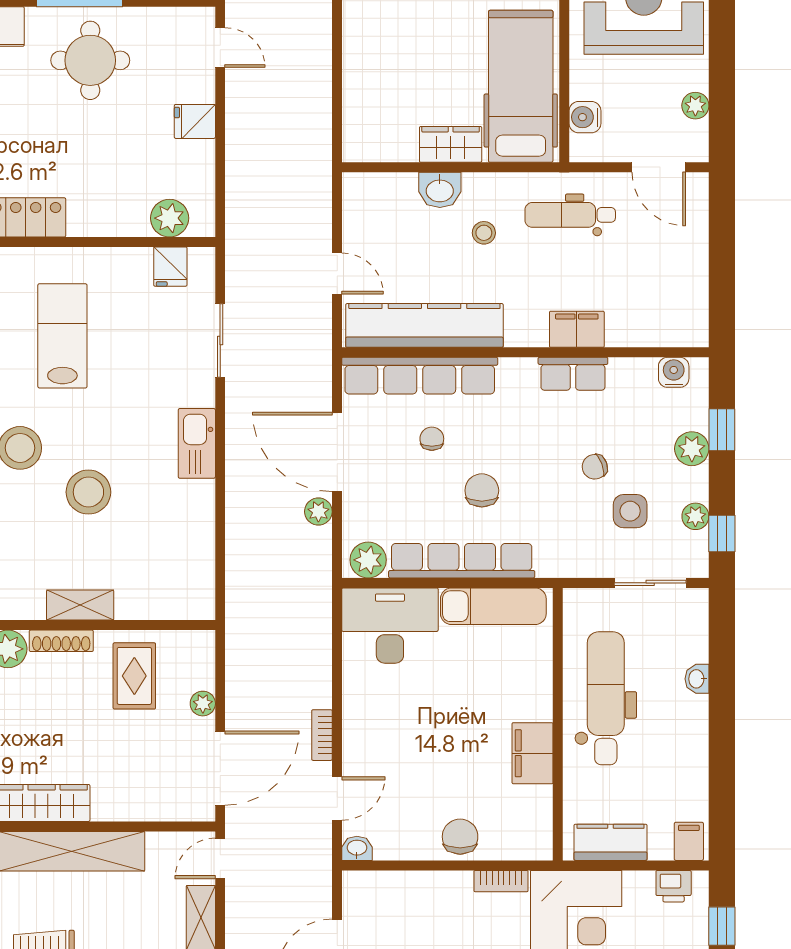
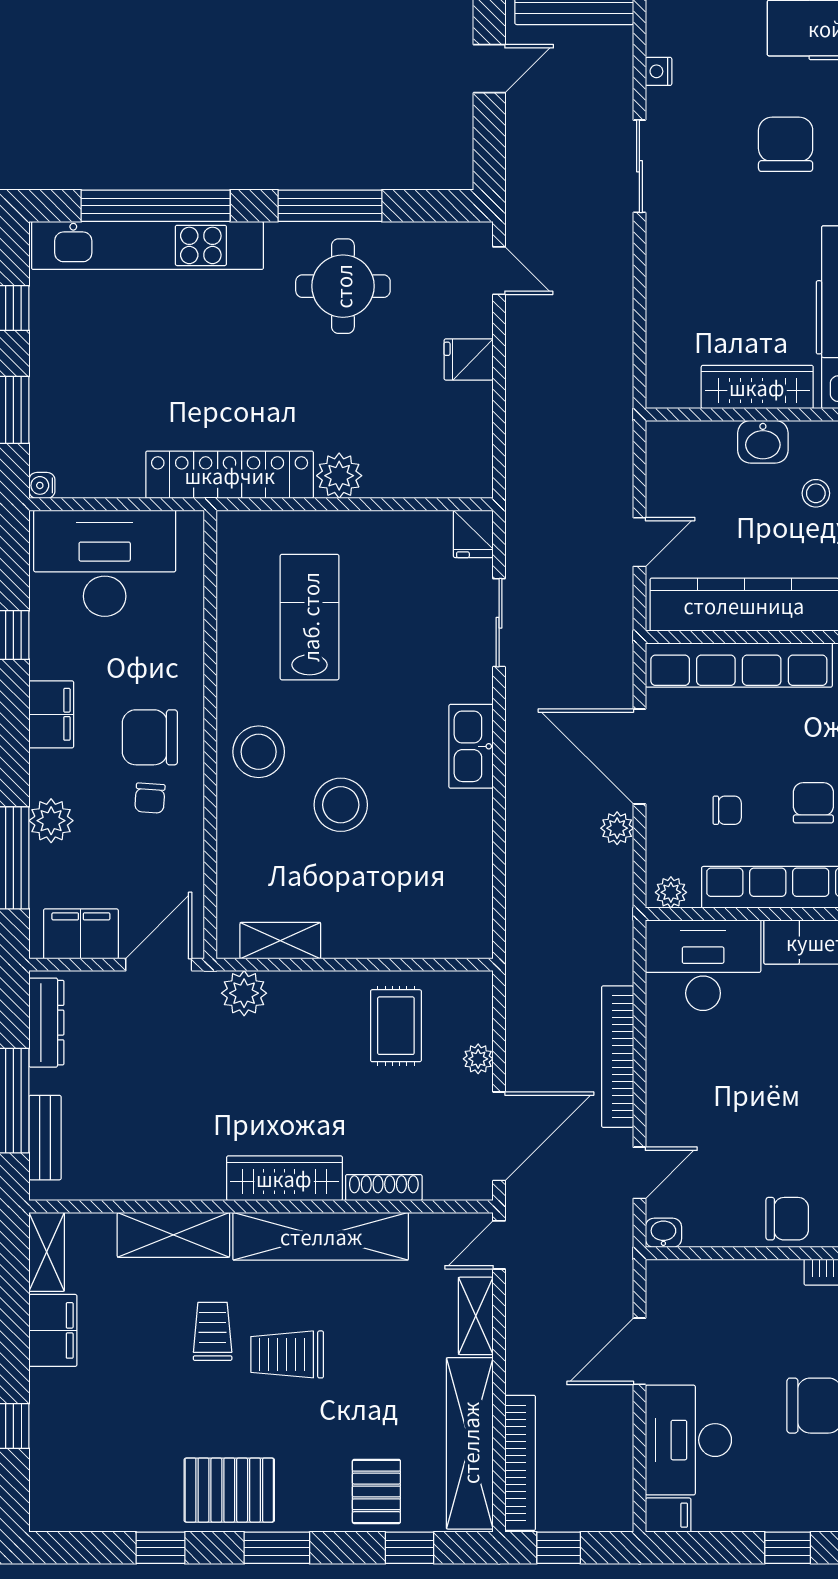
wardrobe: (451, 144) -> (757, 387), width x1.50
plant: (170, 218) -> (339, 476), moved
fridge: (170, 267) -> (473, 534), moved
door: (337, 273) -> (639, 542), hinge flipped
chair: (432, 439) -> (727, 810), moved, turned 90
plant: (368, 560) -> (671, 892), width x0.73, depth x0.73
shelving: (80, 605) -> (280, 941), moved
shoe rack: (61, 641) -> (384, 1188), moved, turned 180
bookcase: (322, 735) -> (618, 1057), width x2.31, depth x1.31
chair: (460, 837) -> (787, 1219), turned 90

